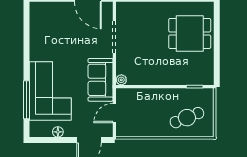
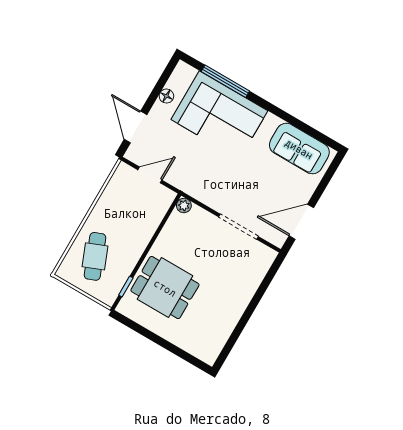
dining table: (190, 33) -> (165, 288), moved, turned 90
sofa: (101, 80) -> (299, 149), moved, turned 180
door: (114, 113) -> (150, 175), hinge flipped

